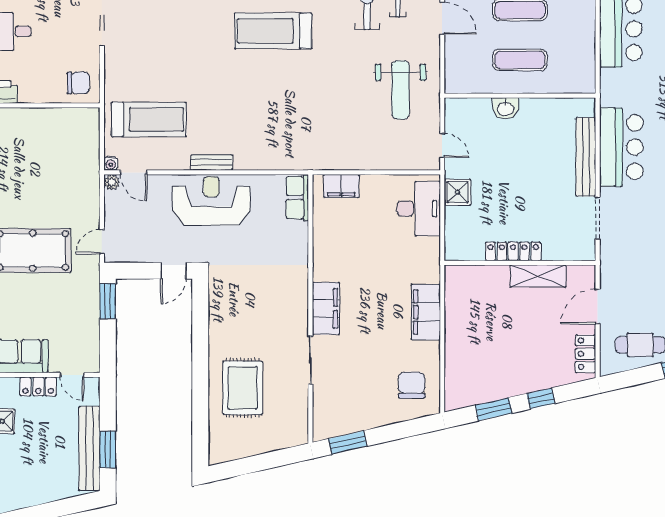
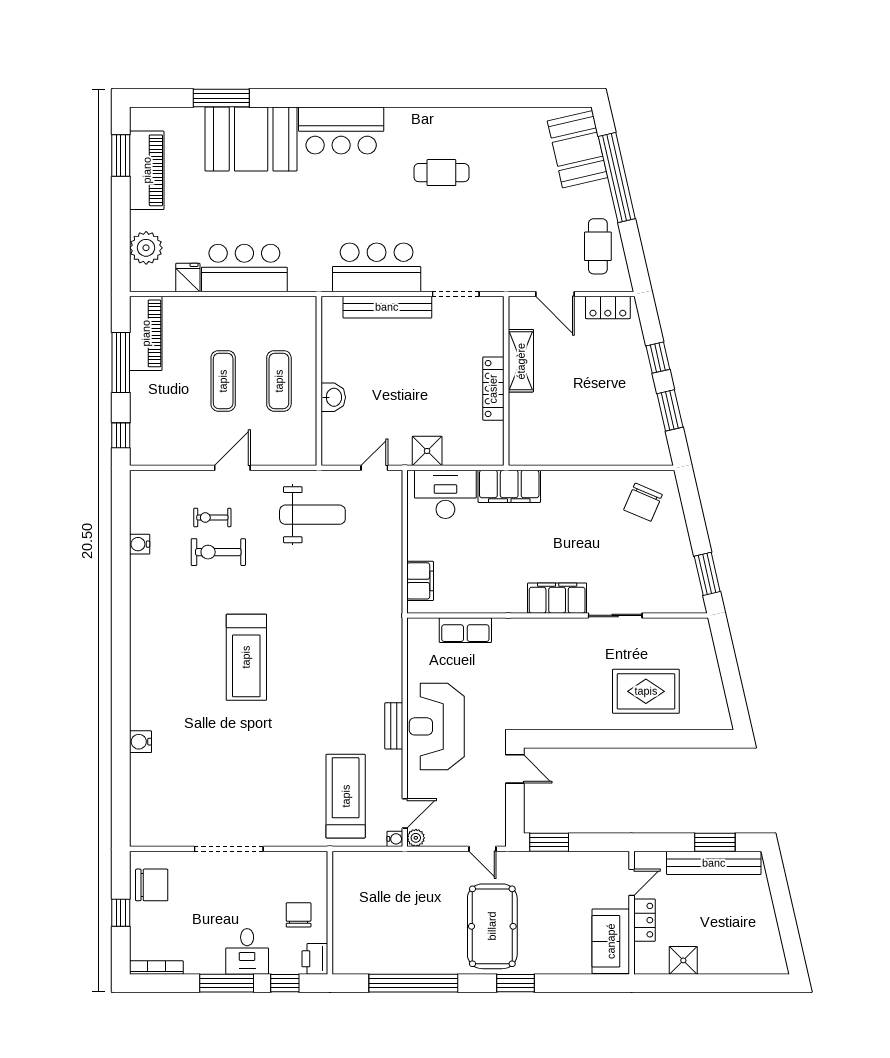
chair: (78, 83) -> (299, 915), moved
row of seats: (297, 198) -> (465, 630), moved
filing cabinet: (426, 312) -> (509, 486), moved
chair: (412, 385) -> (643, 502), turned -67

